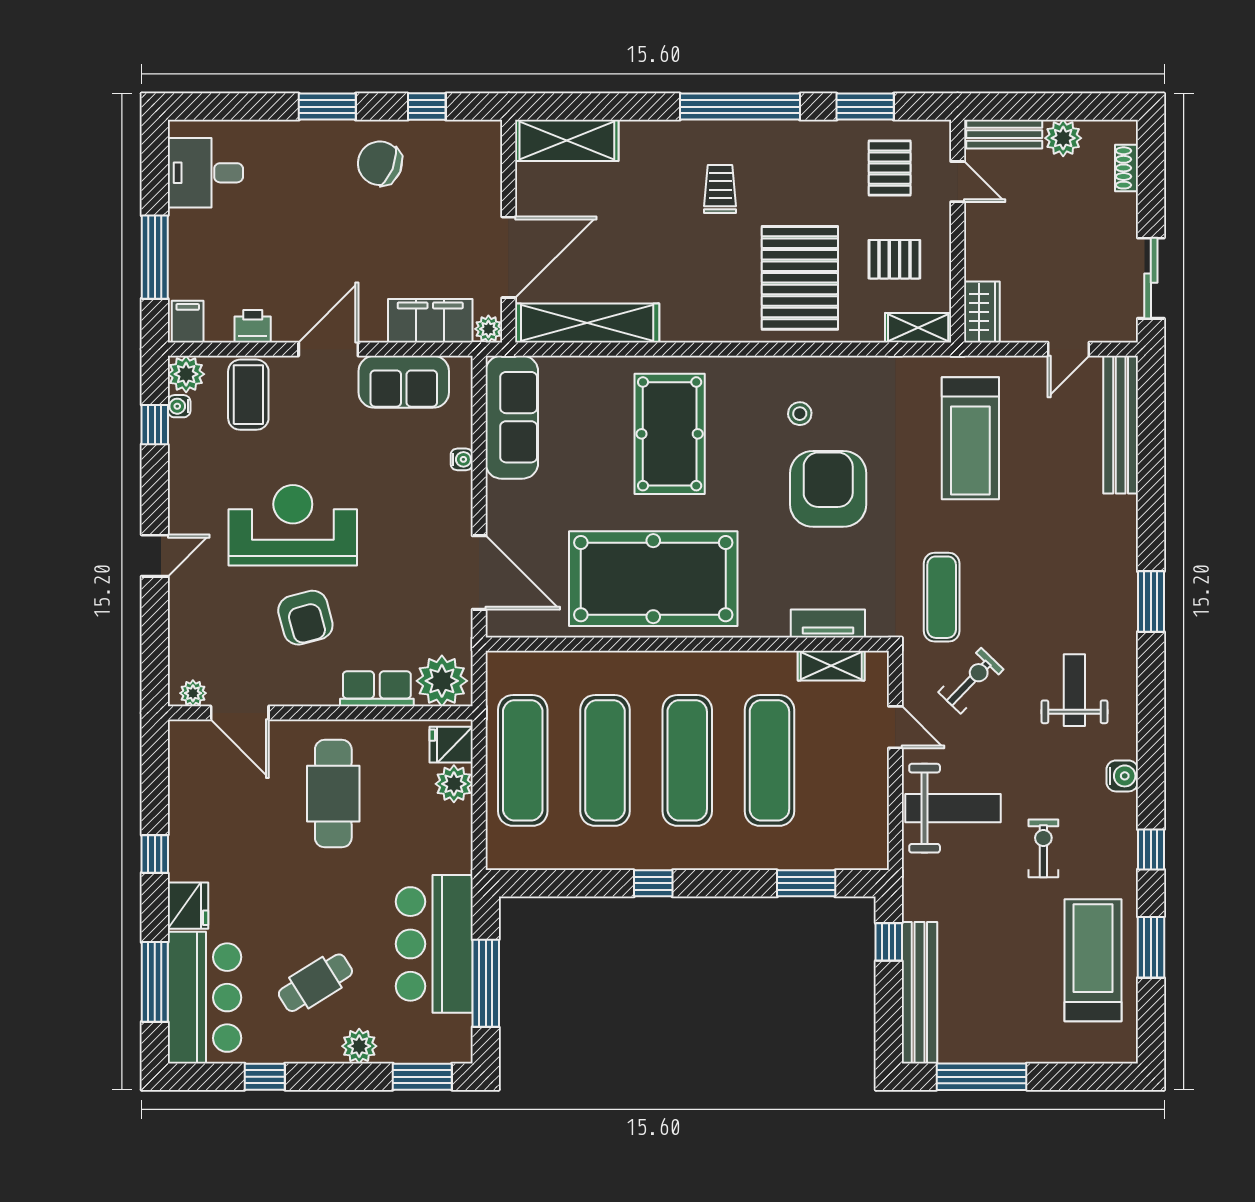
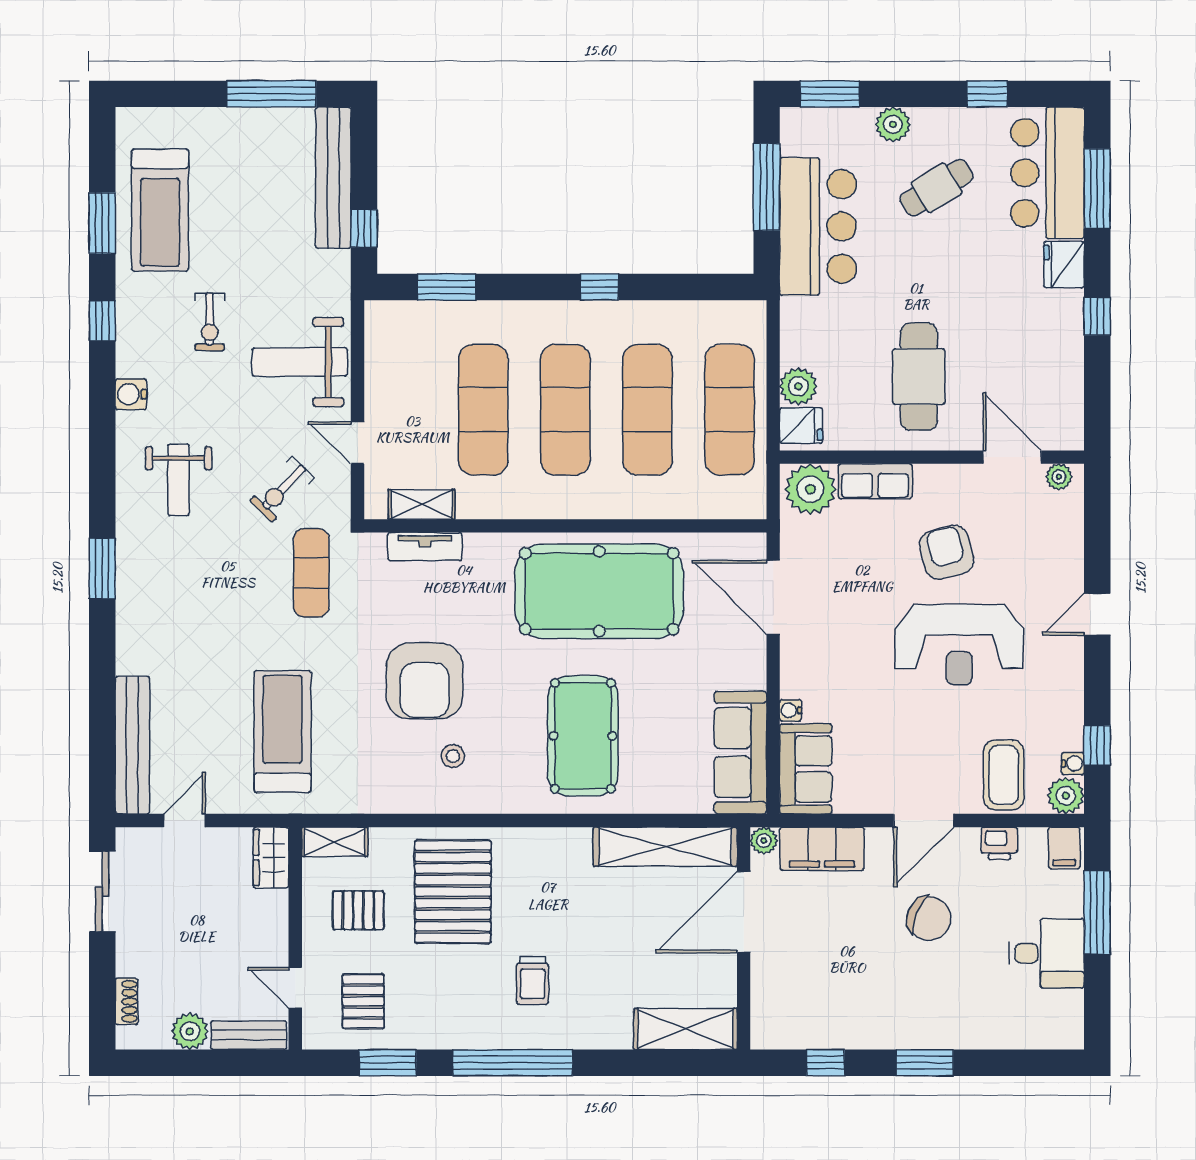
chair: (380, 163) -> (929, 918), moved
desk: (205, 173) -> (1047, 953), moved
sofa: (404, 382) -> (806, 769), moved, turned 90

